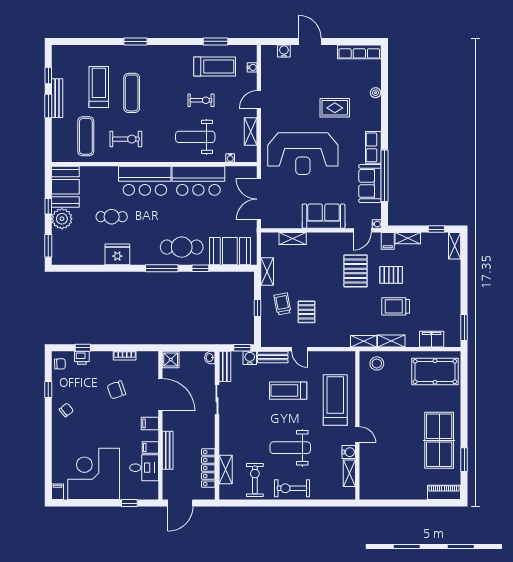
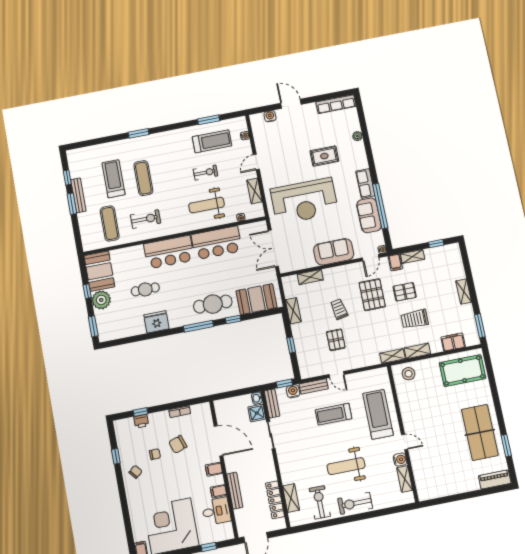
shelving: (455, 246) -> (464, 292), moved
trolley: (282, 304) -> (339, 309), moved
shower: (171, 360) -> (257, 413), moved
chair: (60, 364) -> (155, 454), moved

